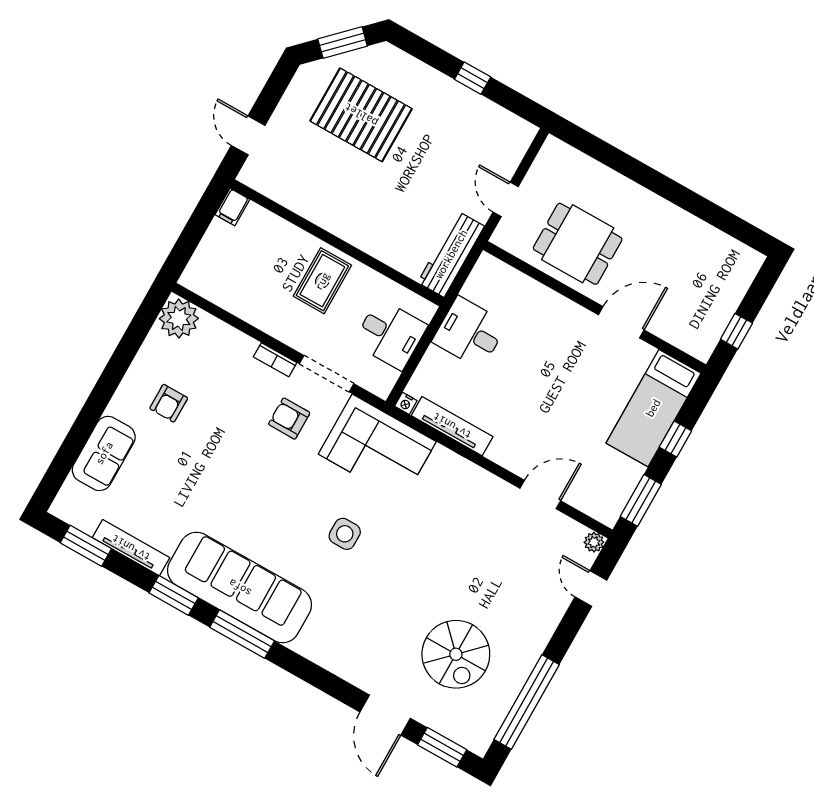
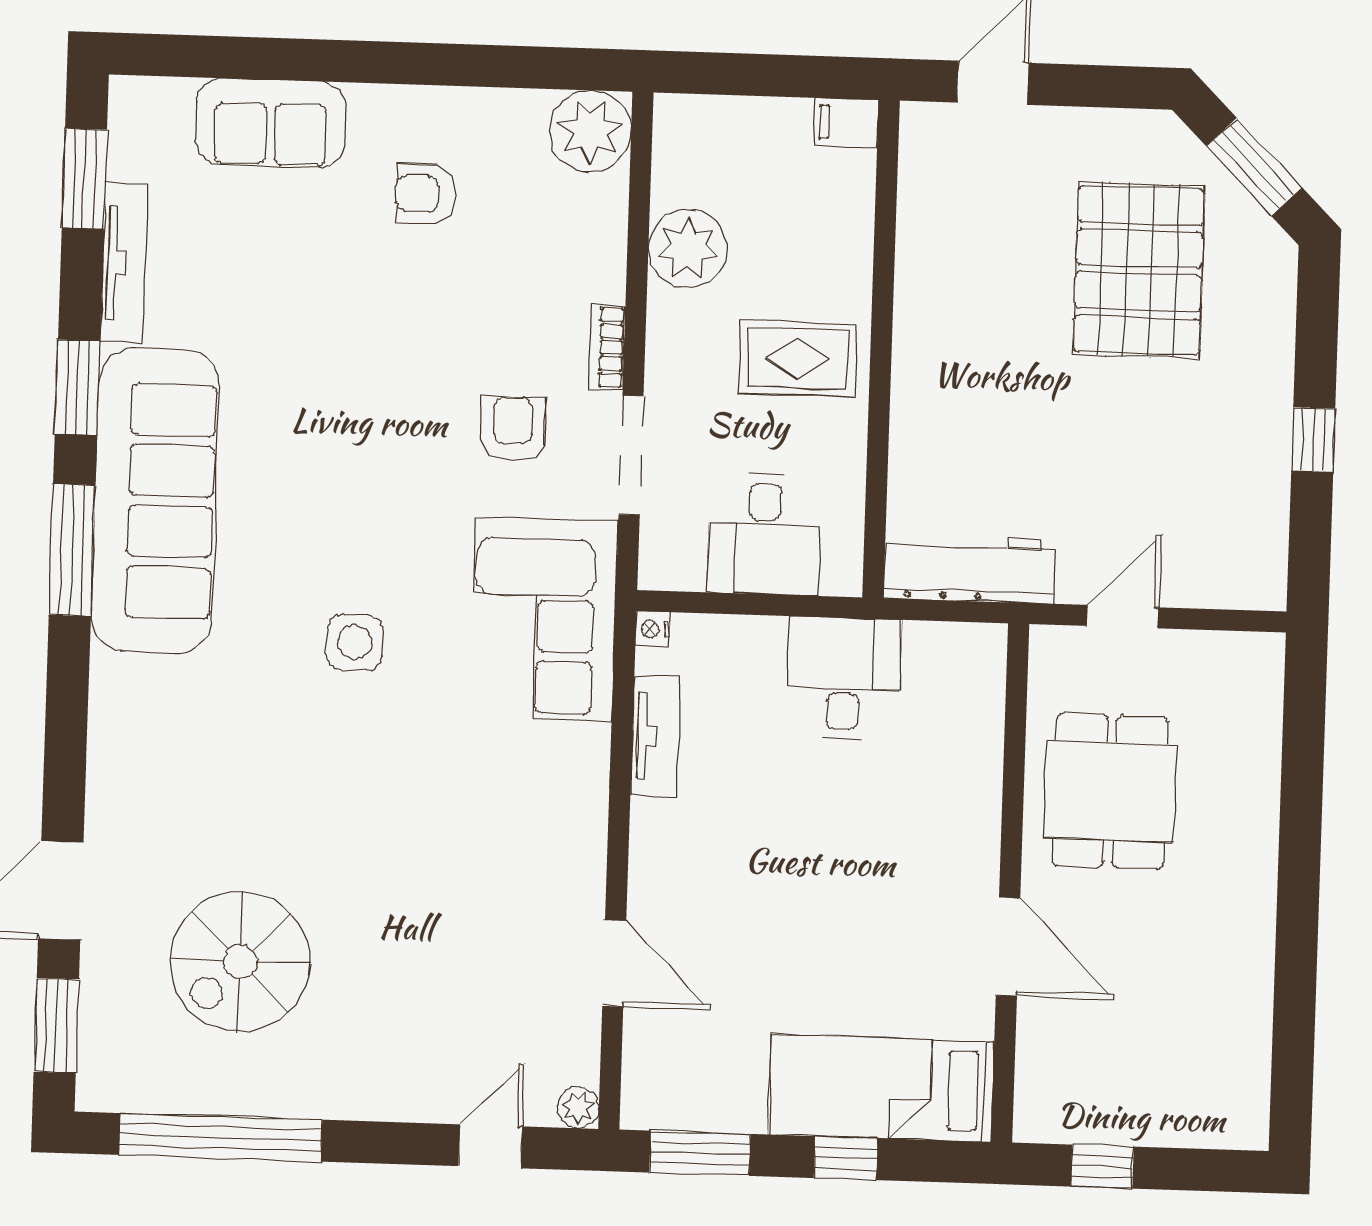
plant: (251, 303) -> (688, 249), added
tv unit: (452, 426) -> (655, 736), width x0.71

